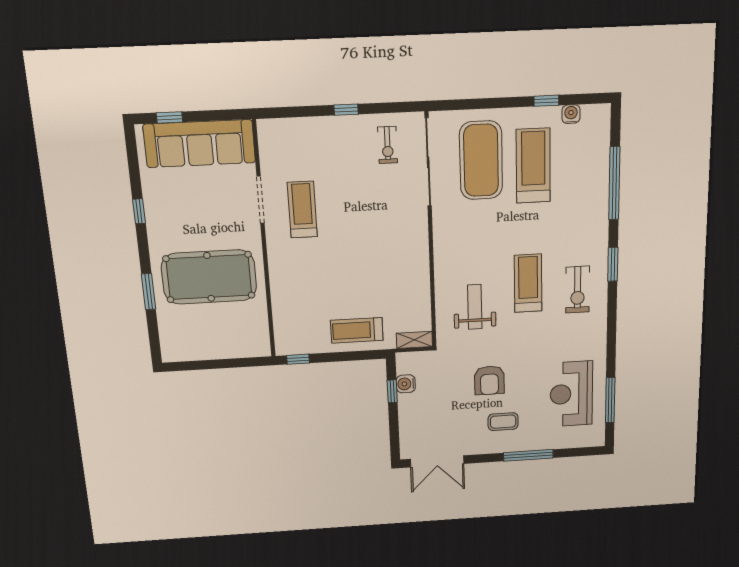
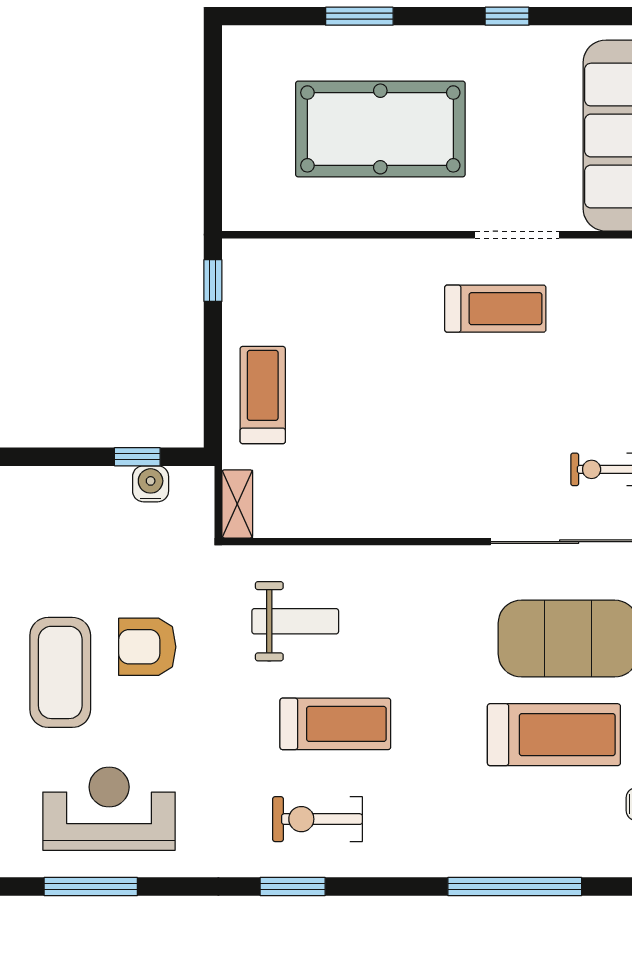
window: (613, 264) -> (293, 887), moved
pool table: (209, 277) -> (380, 129), turned 90
coffee table: (503, 422) -> (60, 672), width x1.86, depth x1.72

